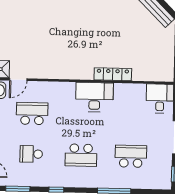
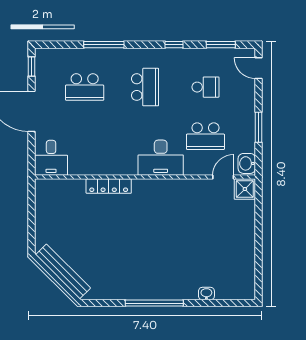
desk: (94, 97) -> (161, 158), moved
school desk: (81, 155) -> (145, 87), turned 90

